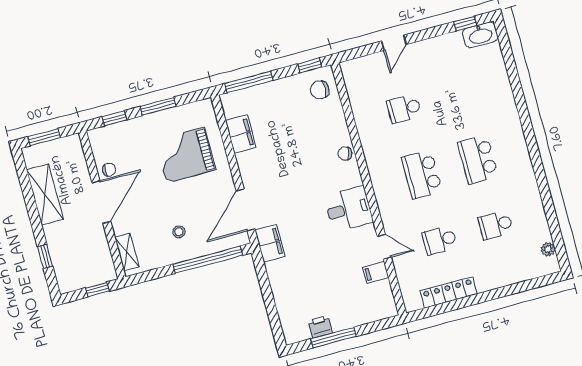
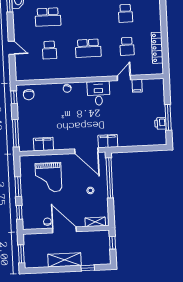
school desk: (478, 159) -> (48, 17), moved
shelving: (45, 195) -> (65, 260), moved

